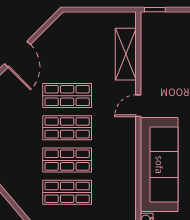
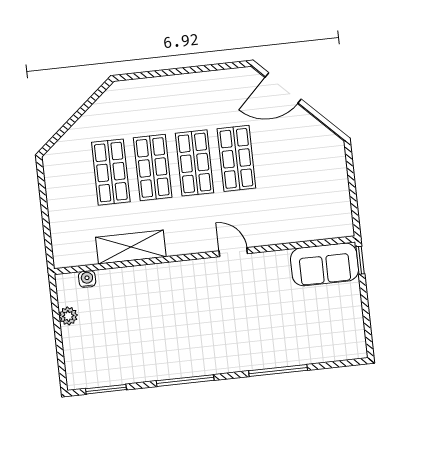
shelving: (126, 54) -> (131, 247), moved
sofa: (159, 165) -> (324, 264), moved, width x0.54, depth x0.79

